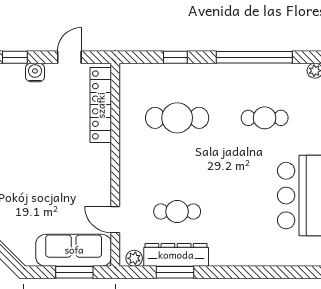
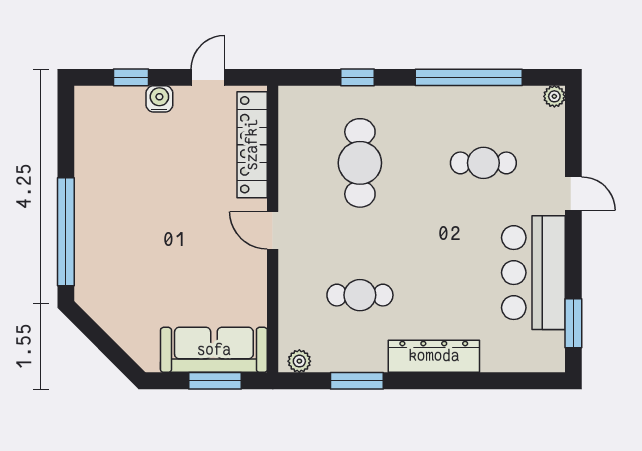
cafe table: (177, 118) -> (360, 163), turned 90
door: (115, 220) -> (273, 230), moved
dresser: (176, 255) -> (434, 356), moved

